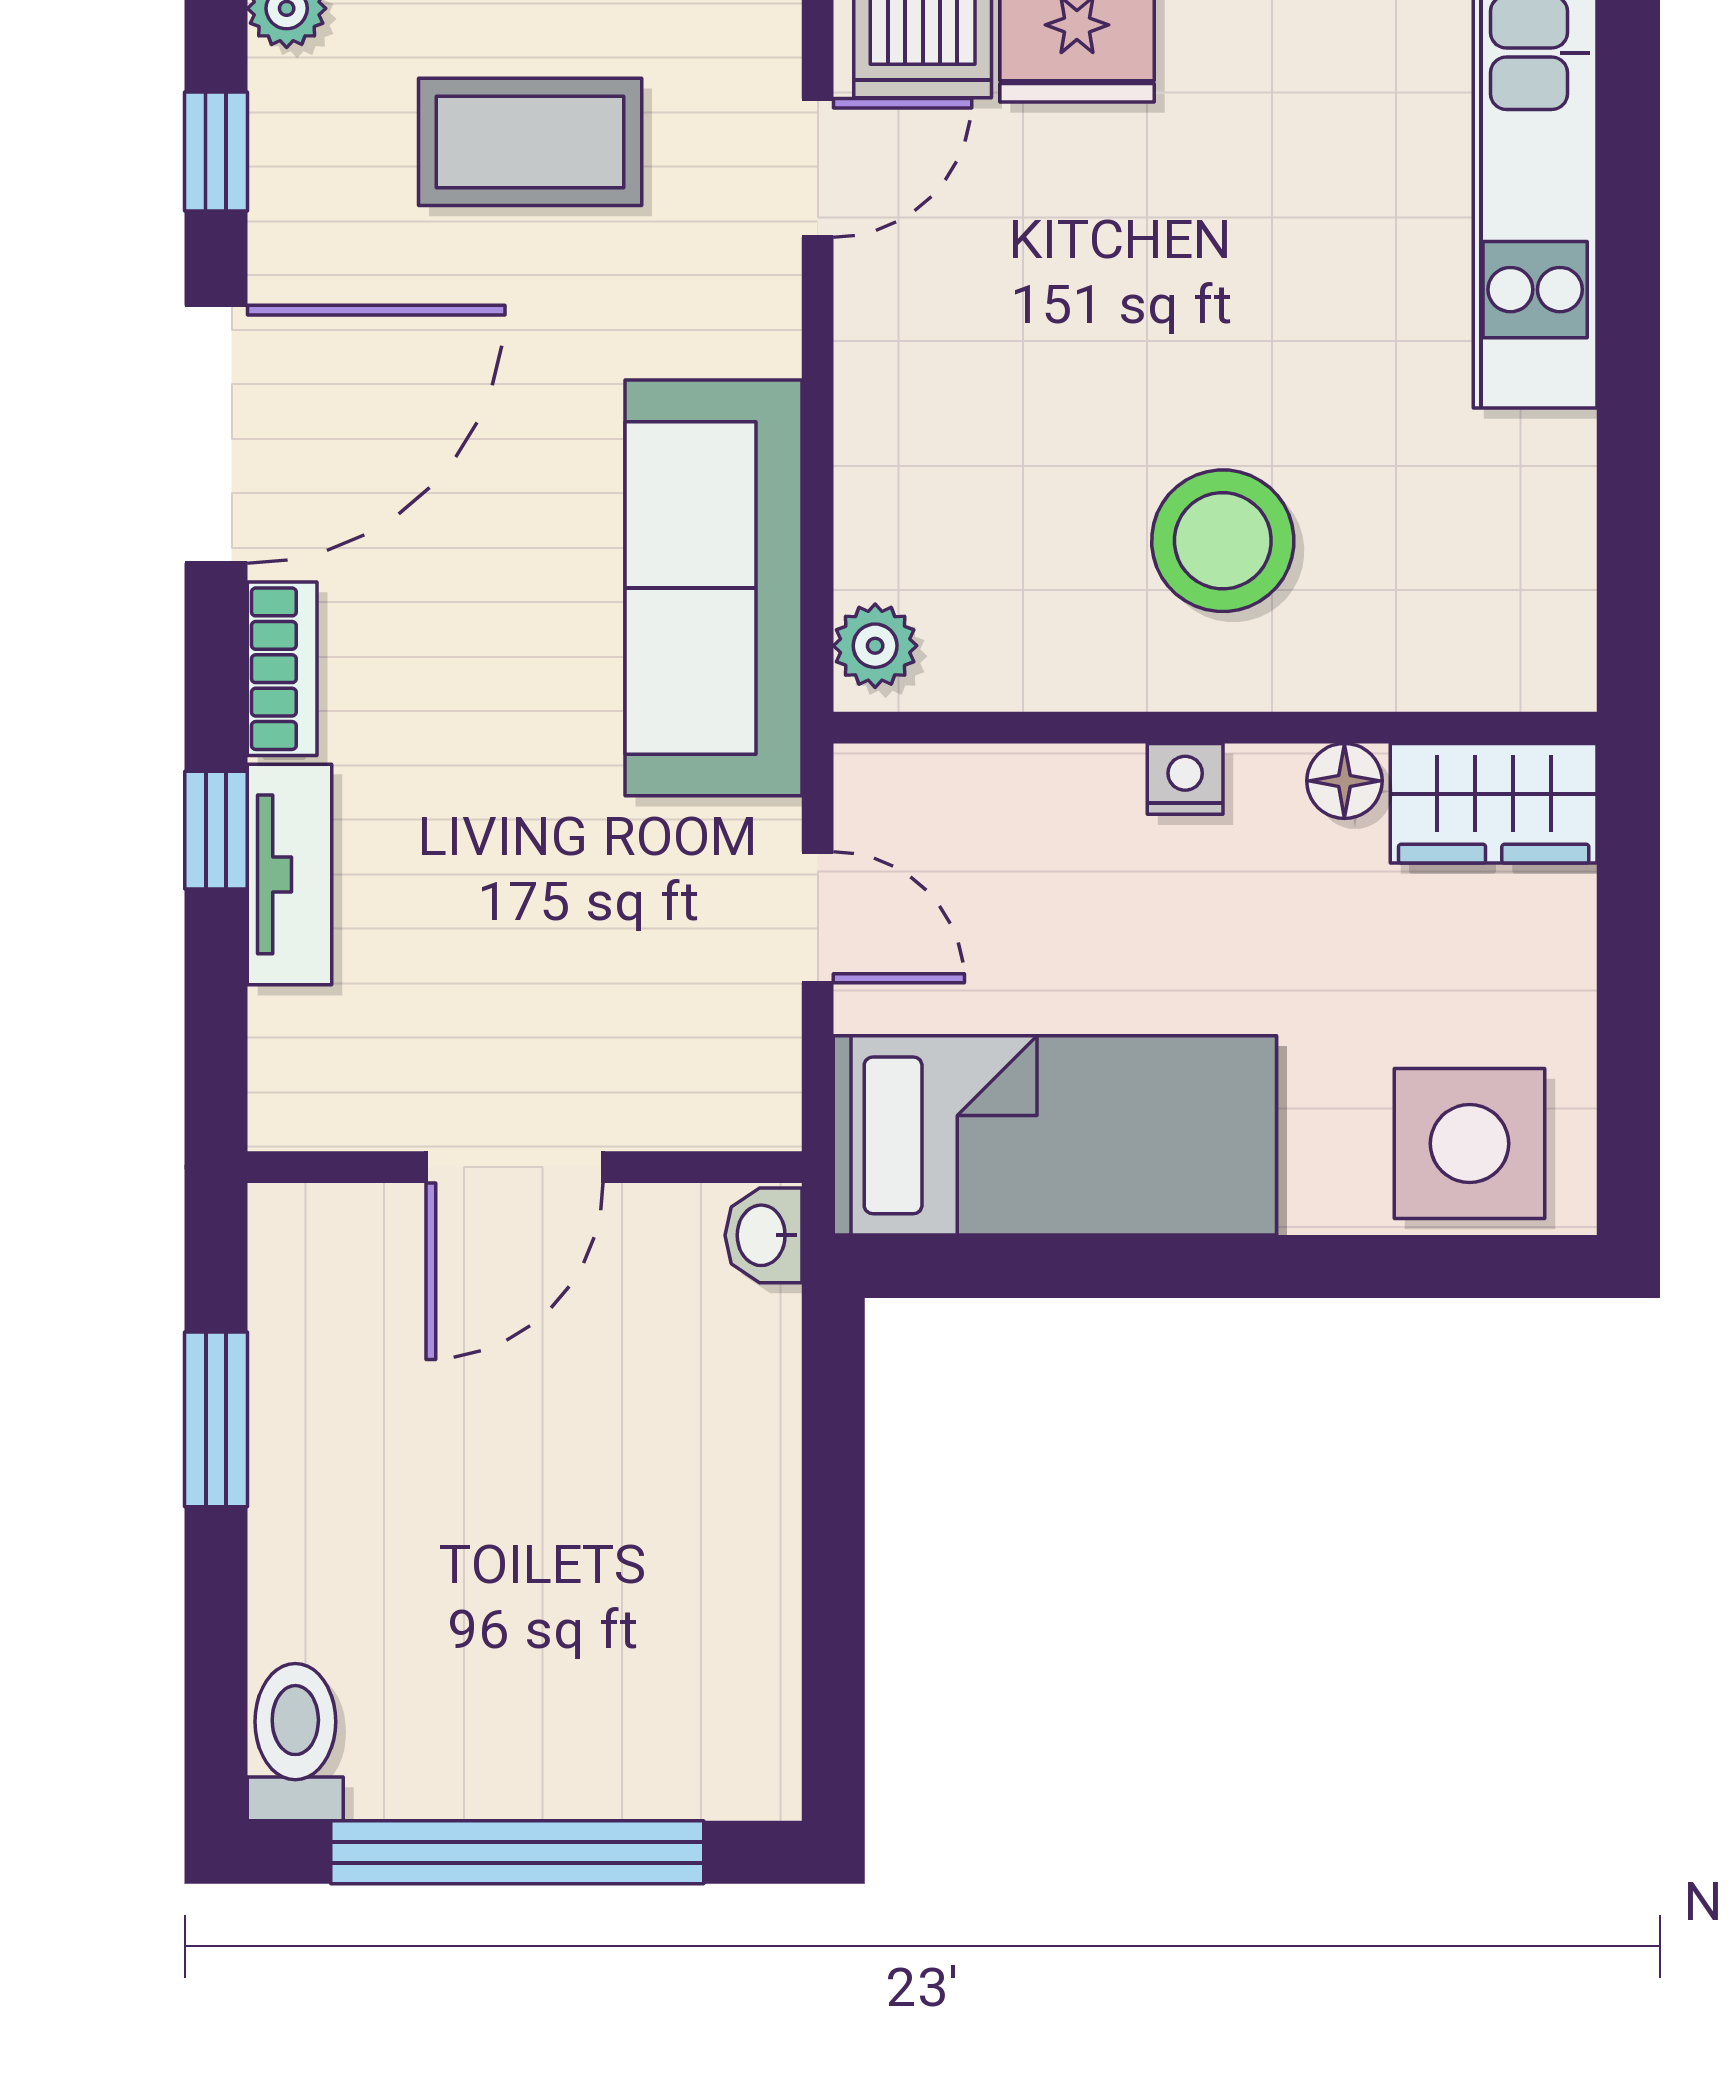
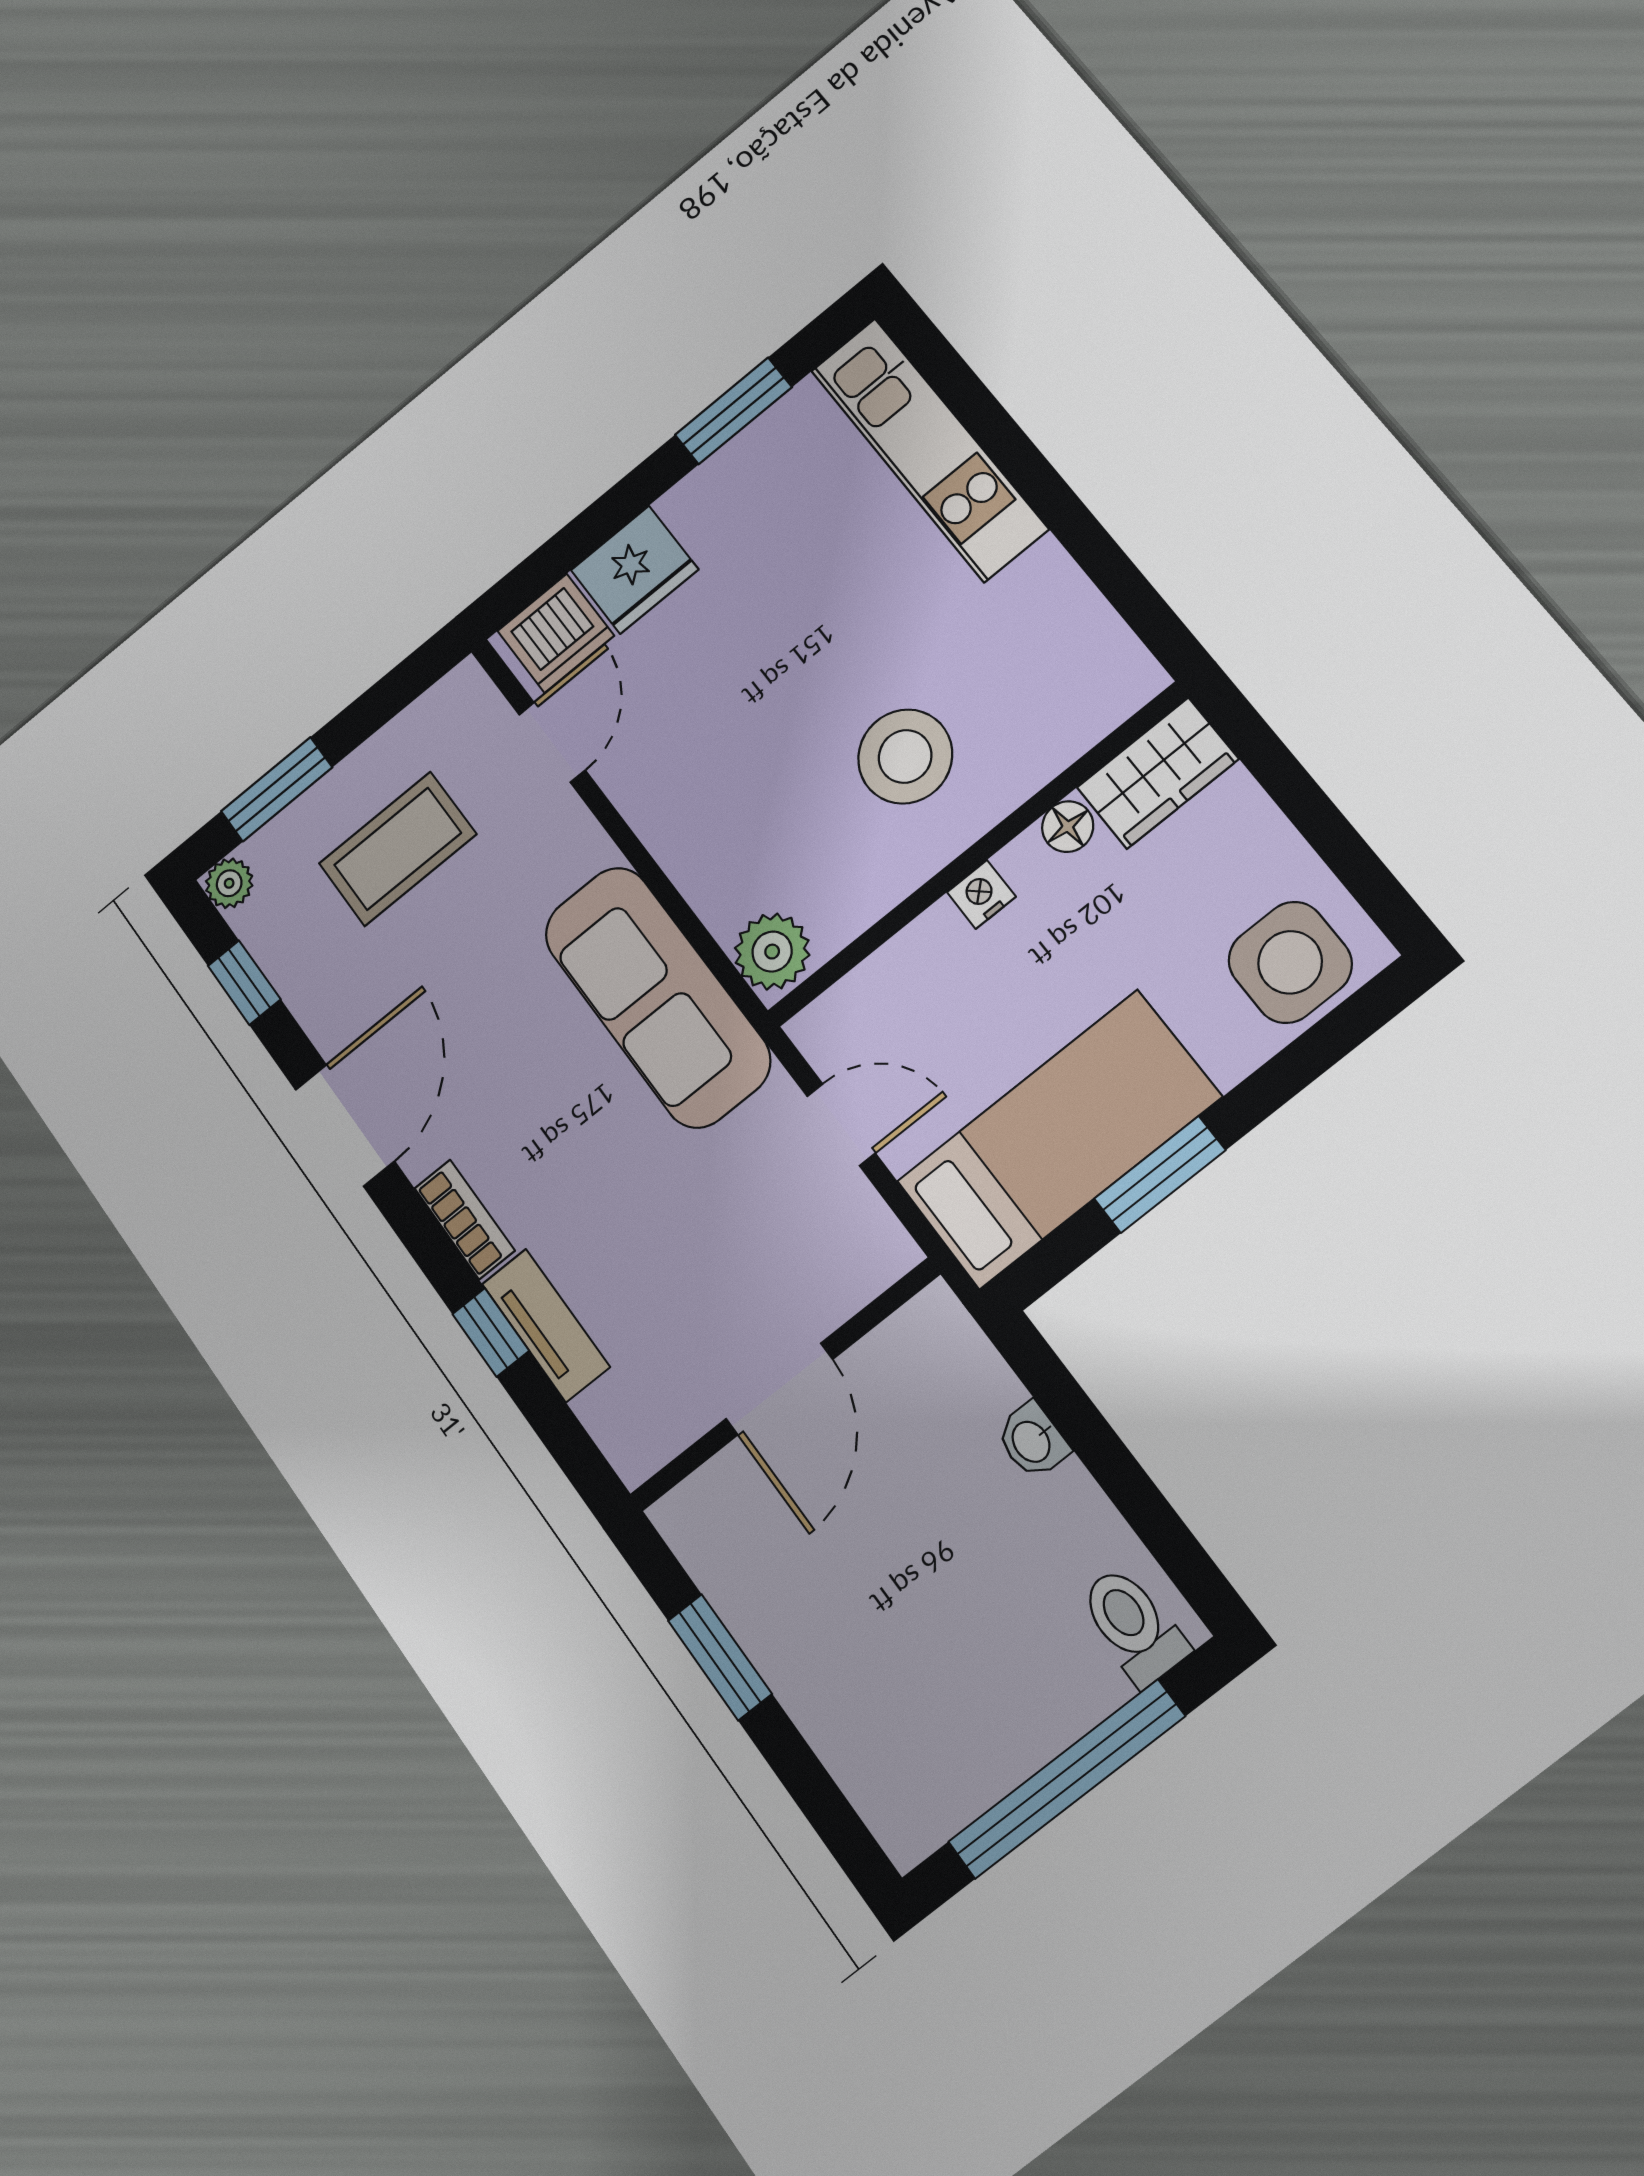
door: (216, 434) -> (345, 1125), width x0.73
plant: (875, 646) -> (772, 952), width x1.38, depth x1.38
washbasin: (764, 1235) -> (1032, 1441), moved
window: (1138, 1266) -> (1160, 1174), added
toilet: (295, 1742) -> (1133, 1625), moved

